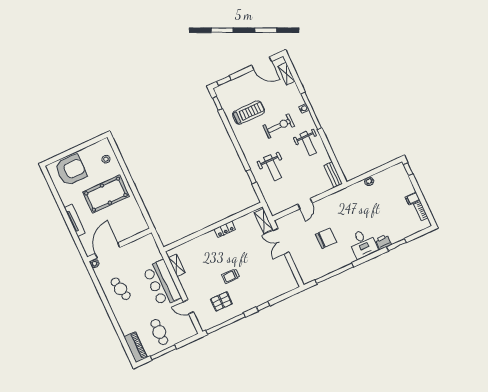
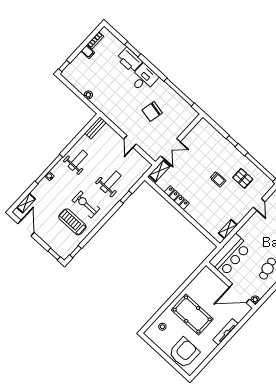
exercise bike: (279, 126) -> (86, 205), moved
armchair: (71, 170) -> (184, 353), turned 90
door: (305, 204) -> (130, 142), swing flipped
locker: (225, 229) -> (177, 198), width x1.53
chair: (326, 238) -> (152, 112), turned -78
printer: (383, 242) -> (129, 60), width x1.87, depth x1.48
bar counter: (162, 283) -> (230, 255), moved

